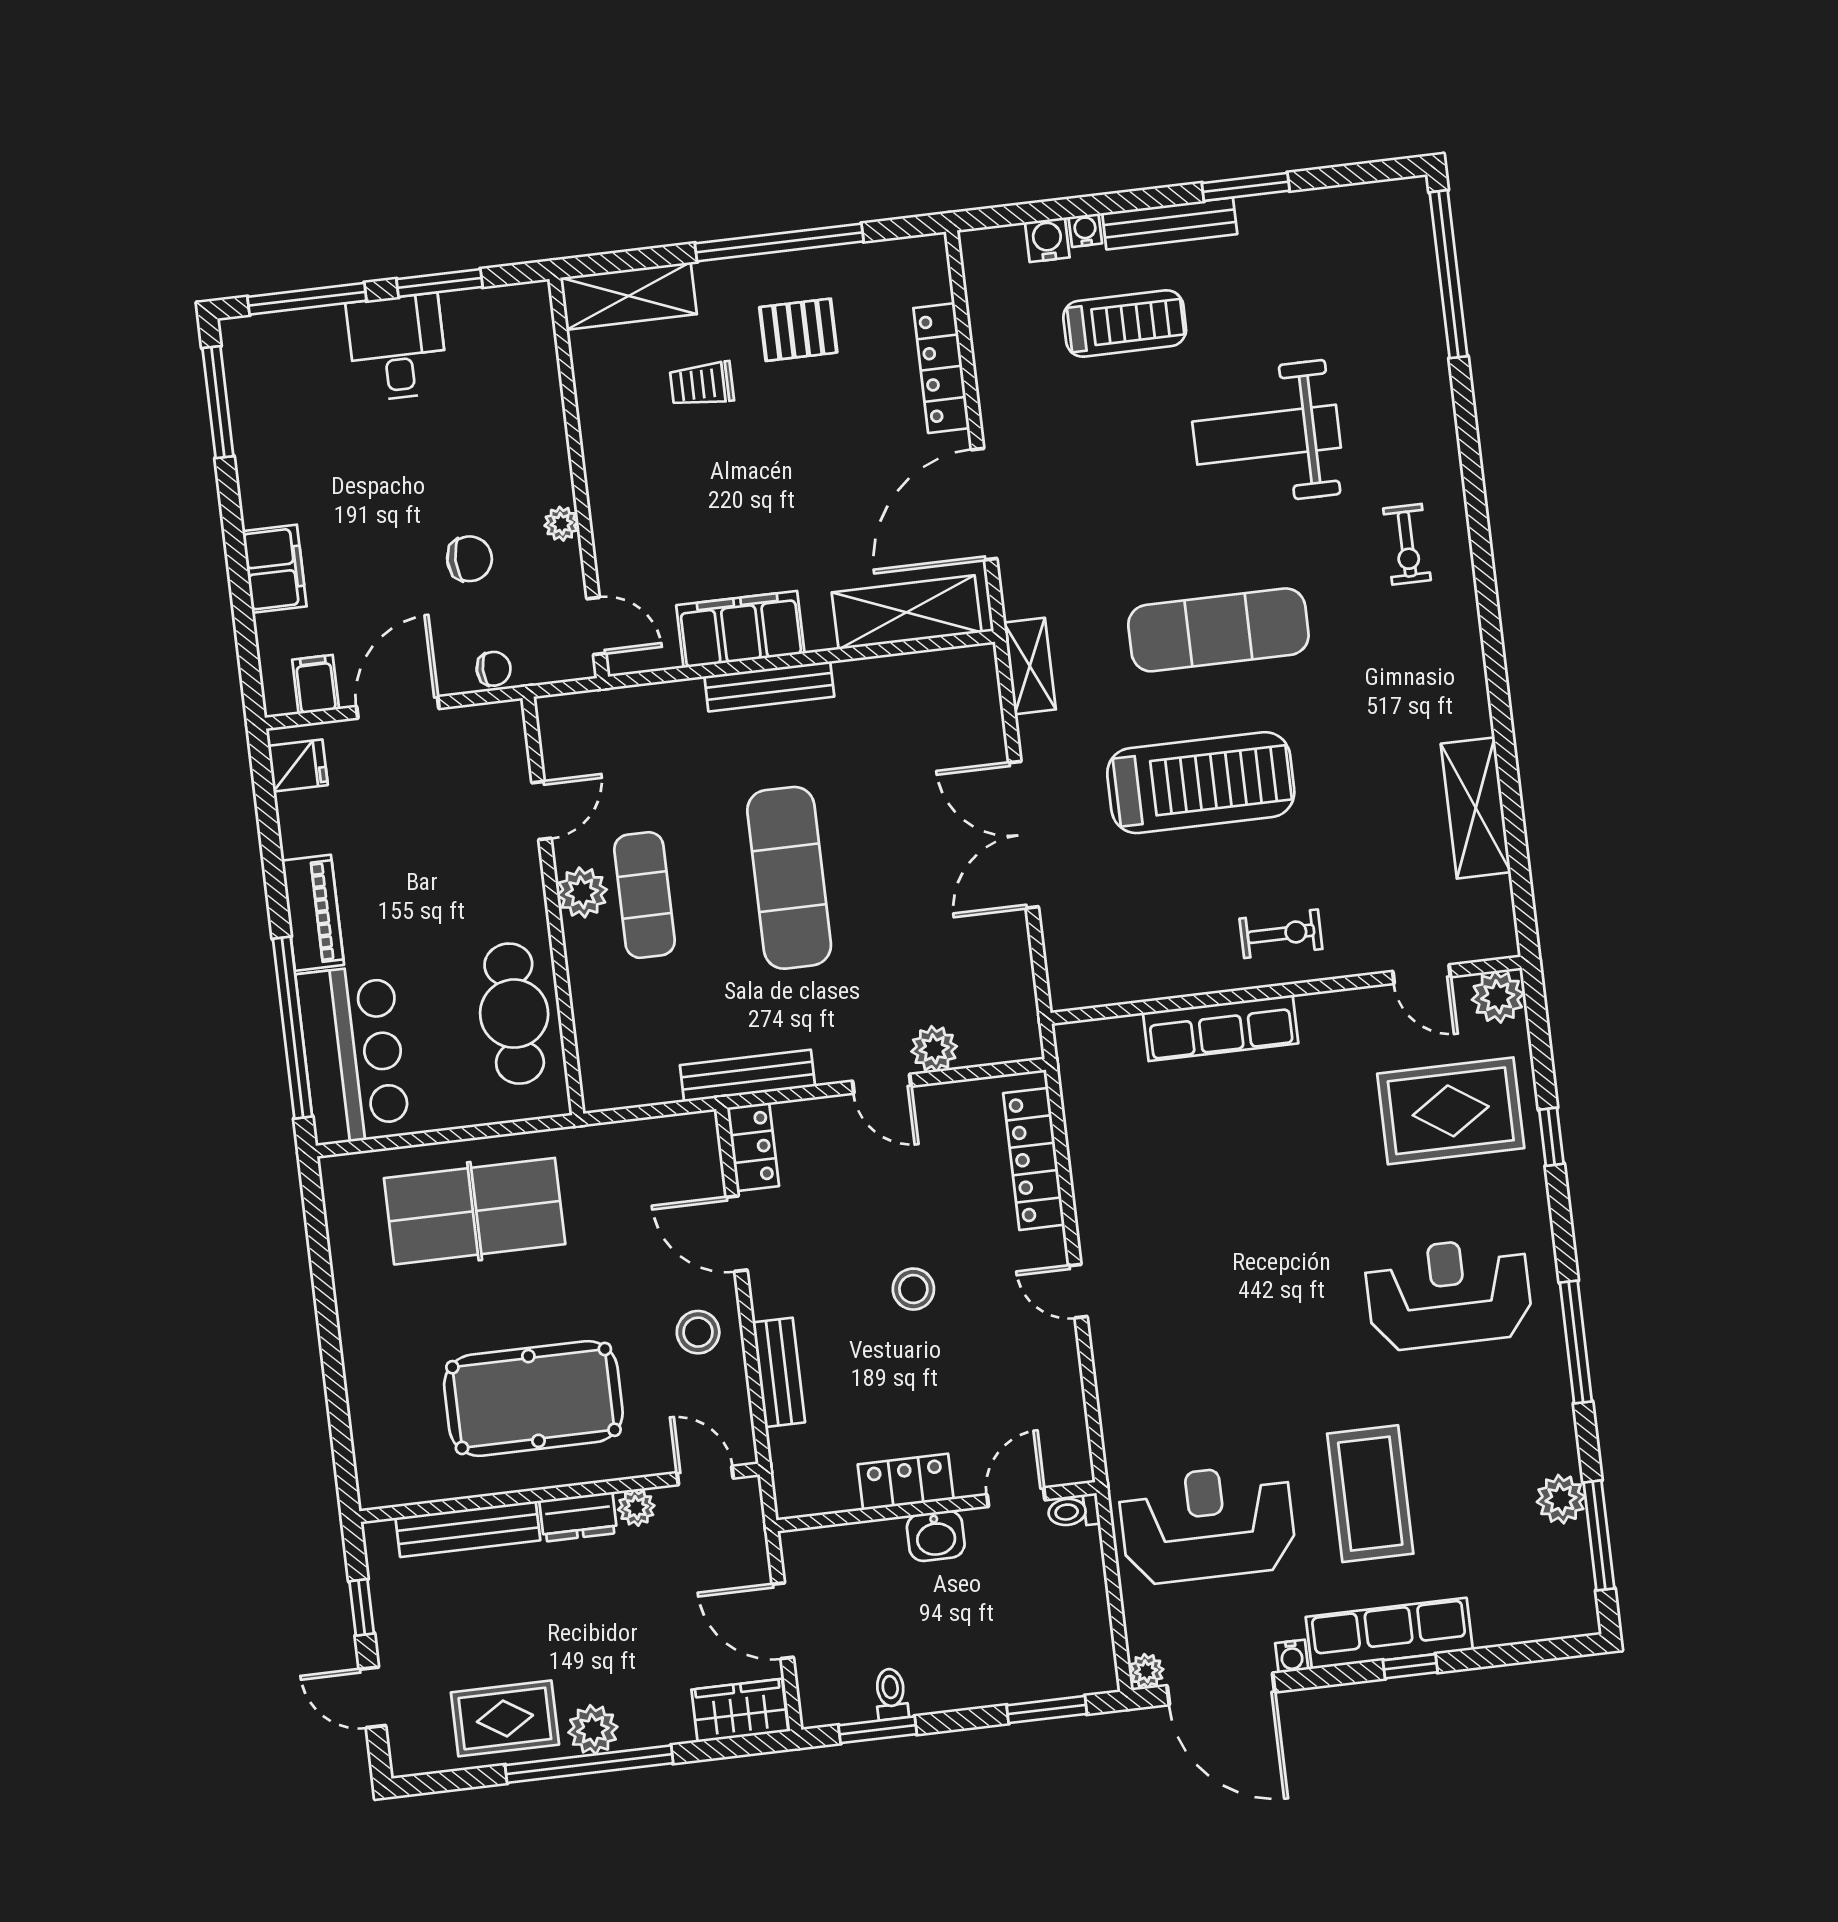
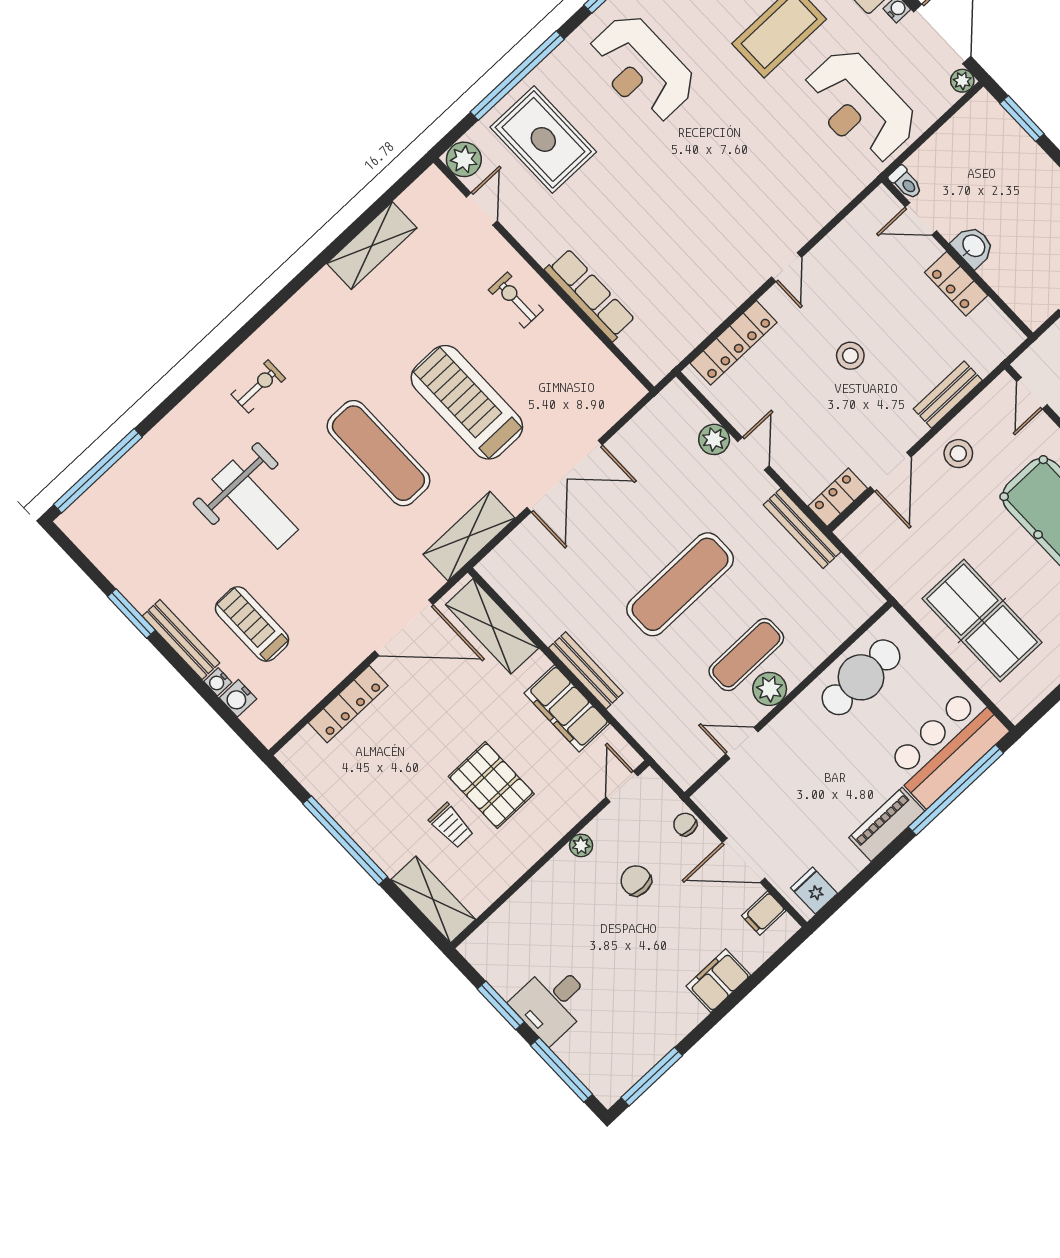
pallet: (798, 330) -> (491, 785), moved, width x1.50, depth x1.42
shelving: (1030, 666) -> (469, 536), width x1.50, depth x1.33
window: (1551, 1137) -> (517, 76), width x3.17

